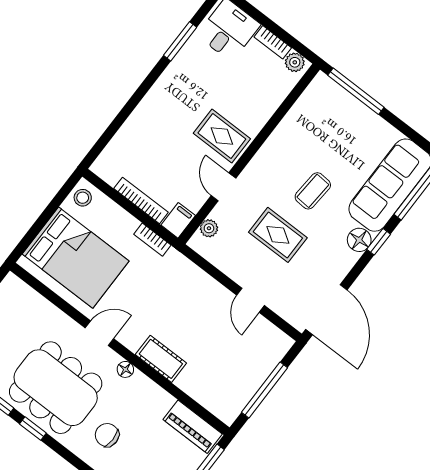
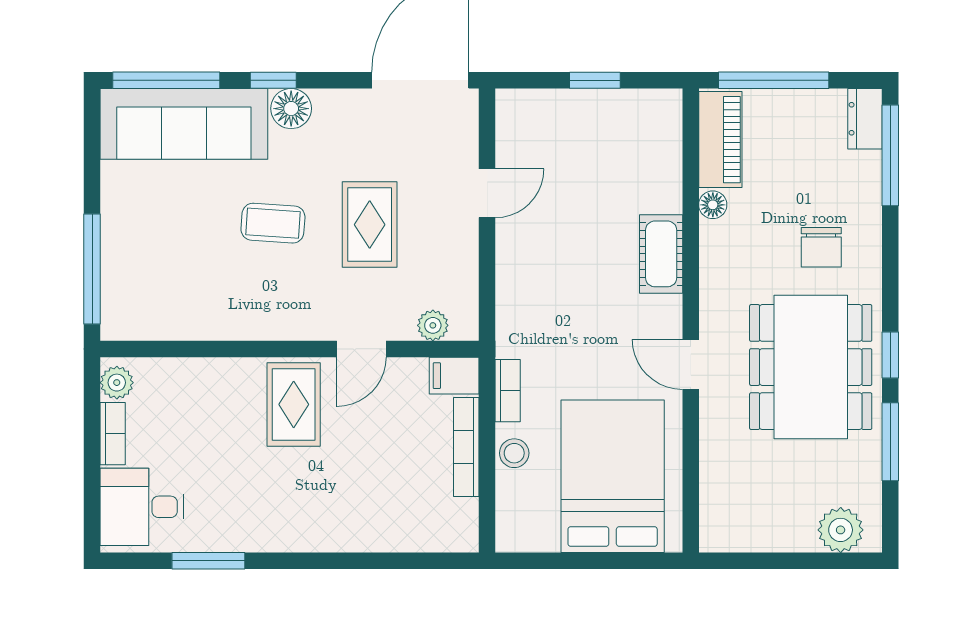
stool: (83, 198) -> (514, 453), moved
floor lamp: (125, 369) -> (713, 205), moved
window: (264, 390) -> (595, 80), width x0.46

